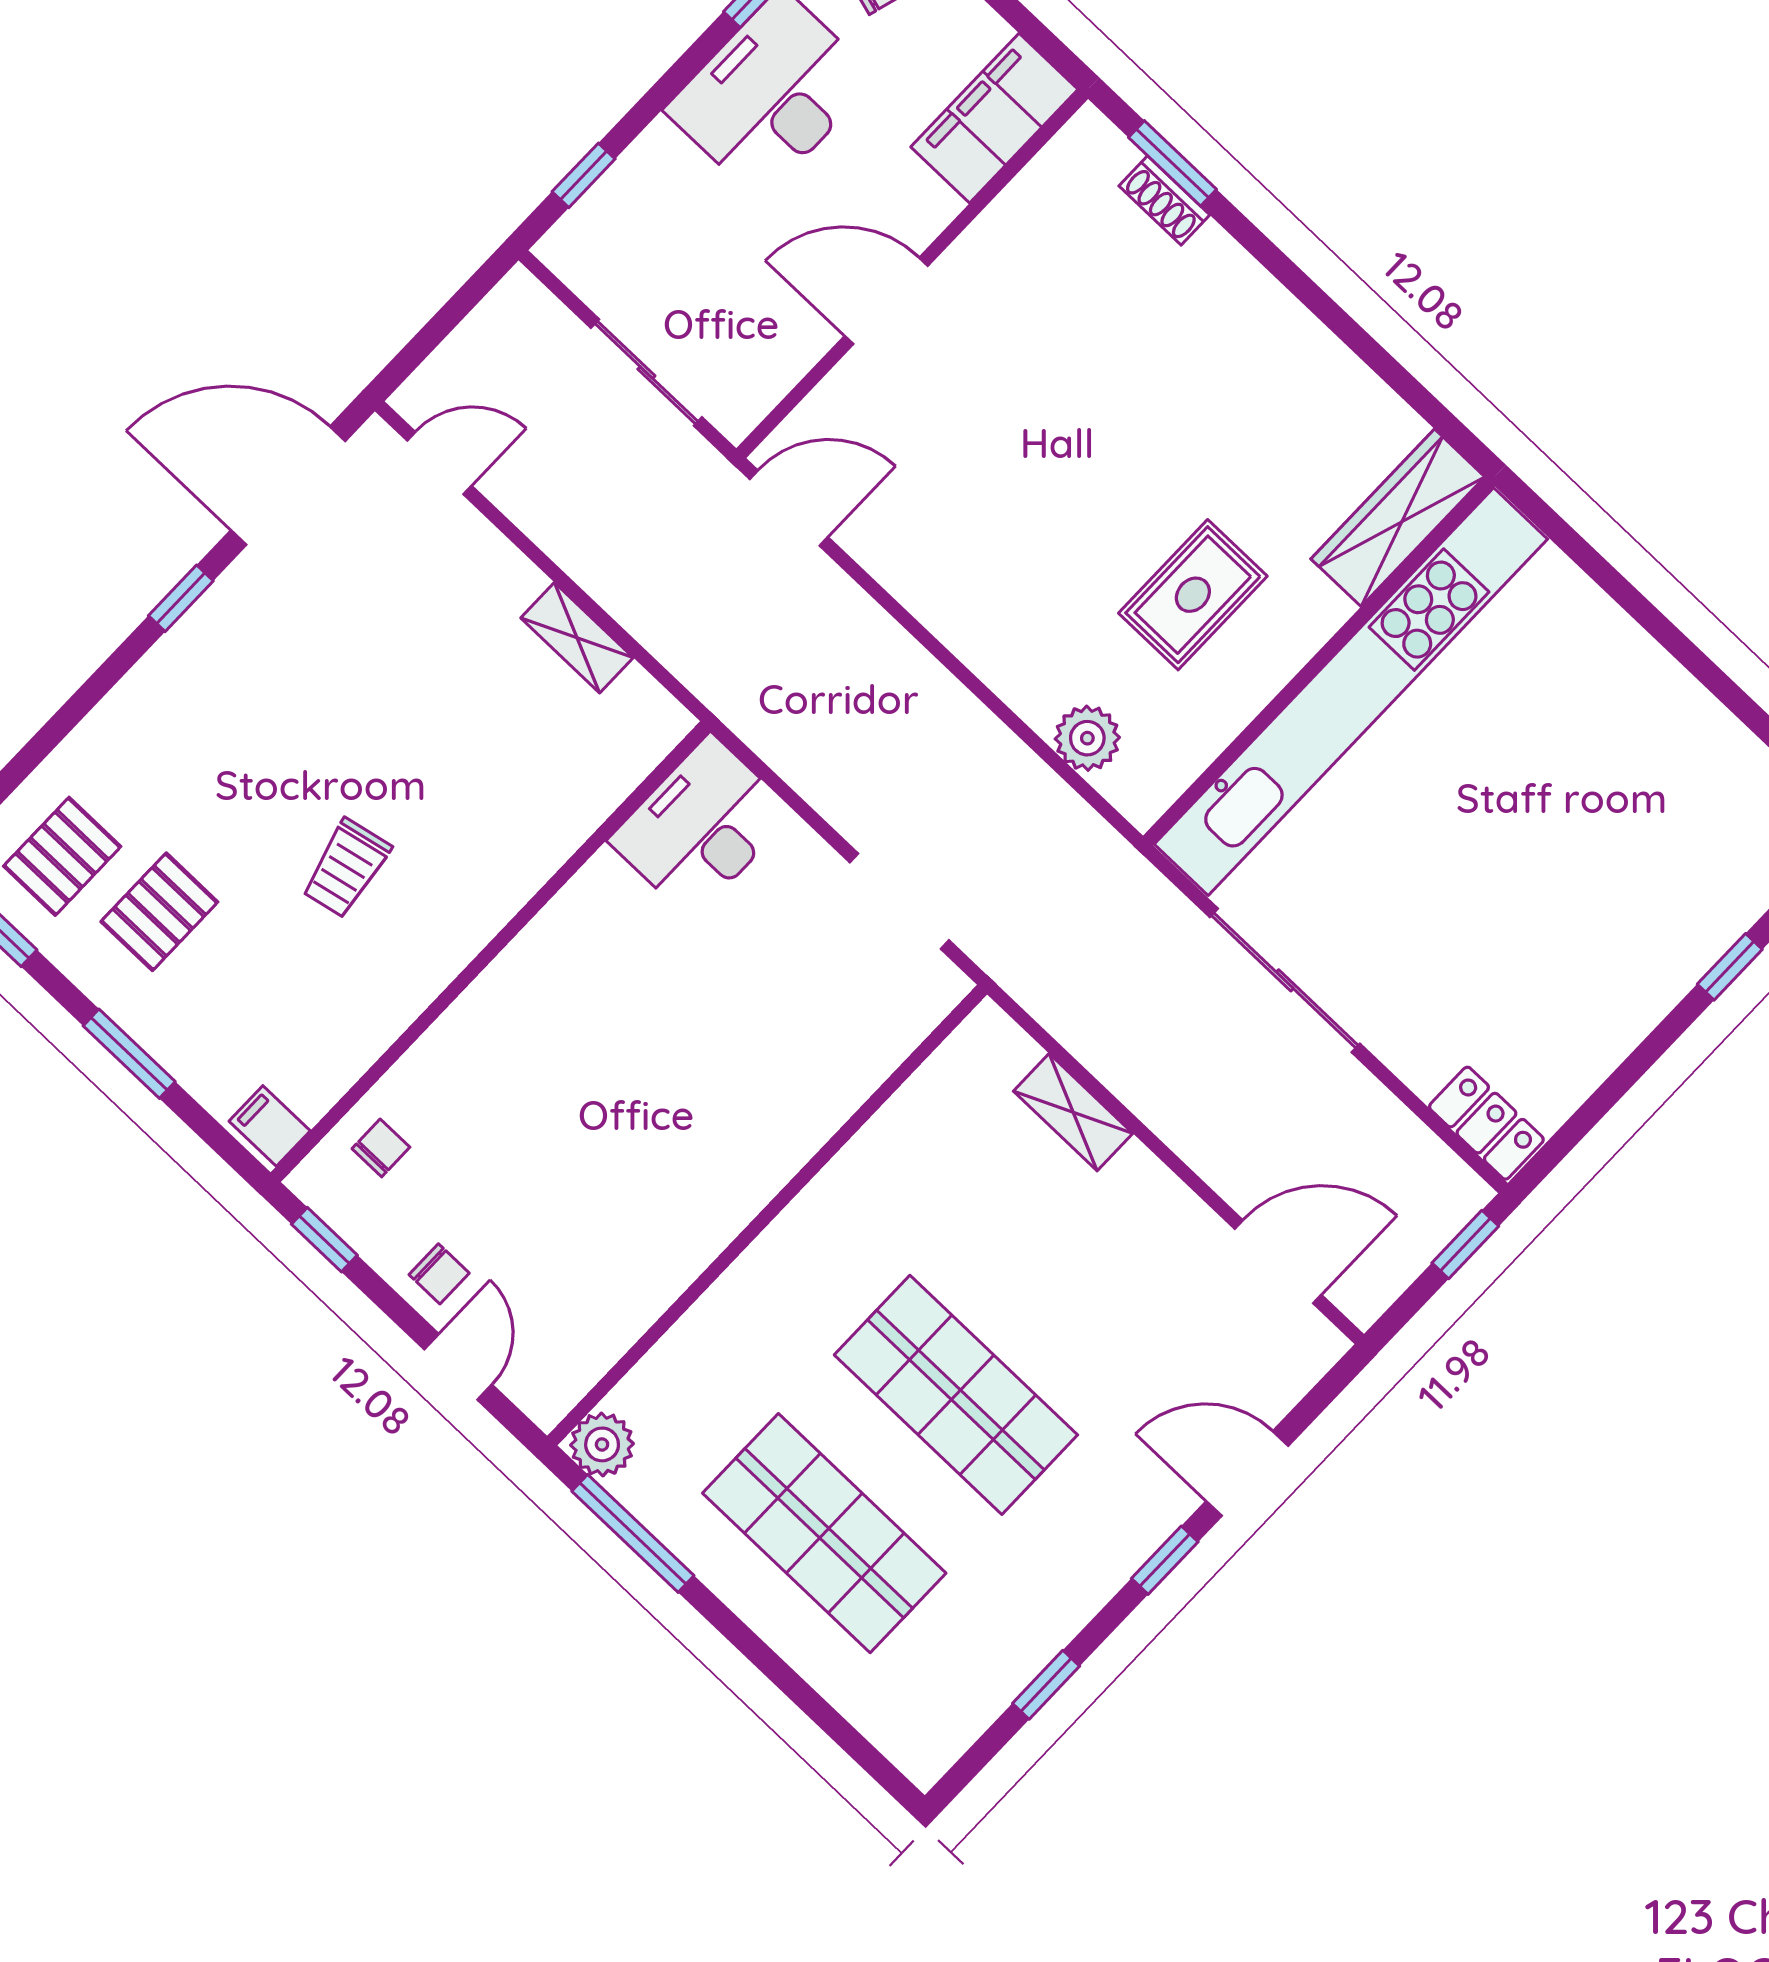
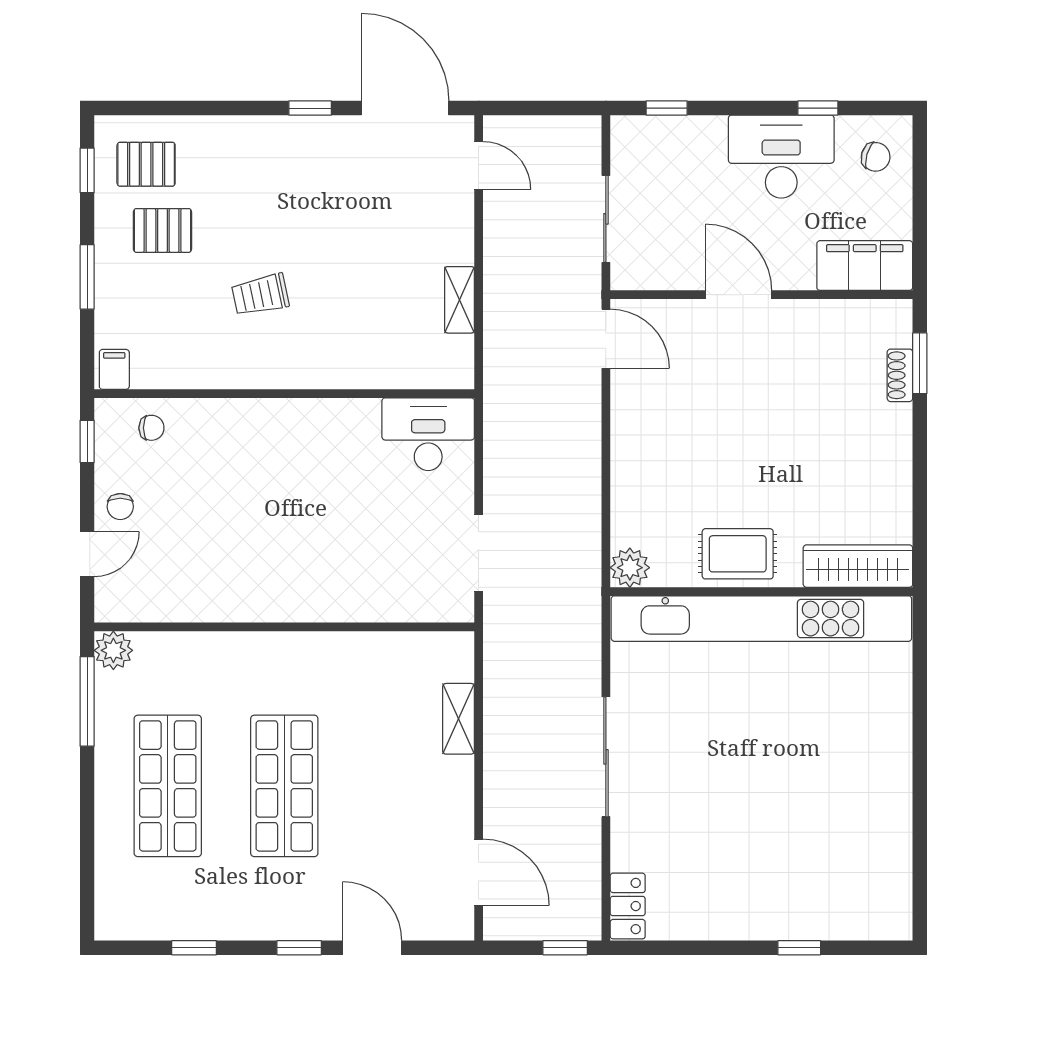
wardrobe: (1398, 518) -> (858, 566), moved
wall: (1319, 661) -> (761, 592), moved
kitchen unit: (1351, 692) -> (761, 619), moved

